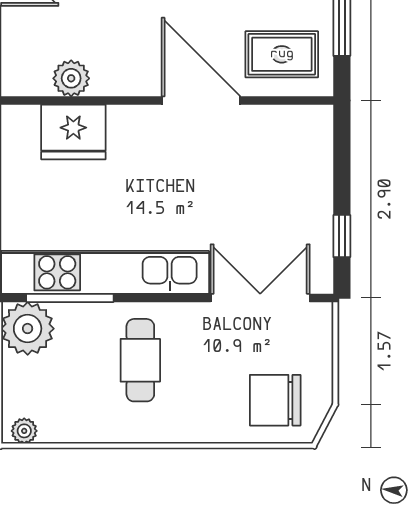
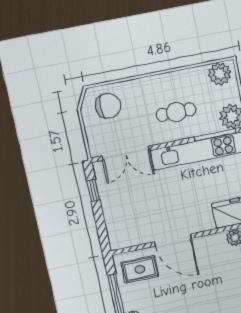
cafe table: (140, 360) -> (176, 112), turned 90
plant: (24, 431) -> (220, 74), width x1.88, depth x1.88

